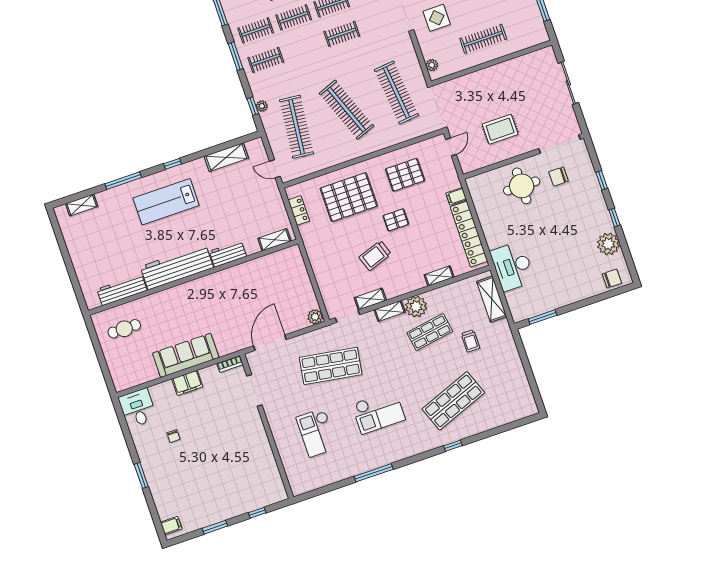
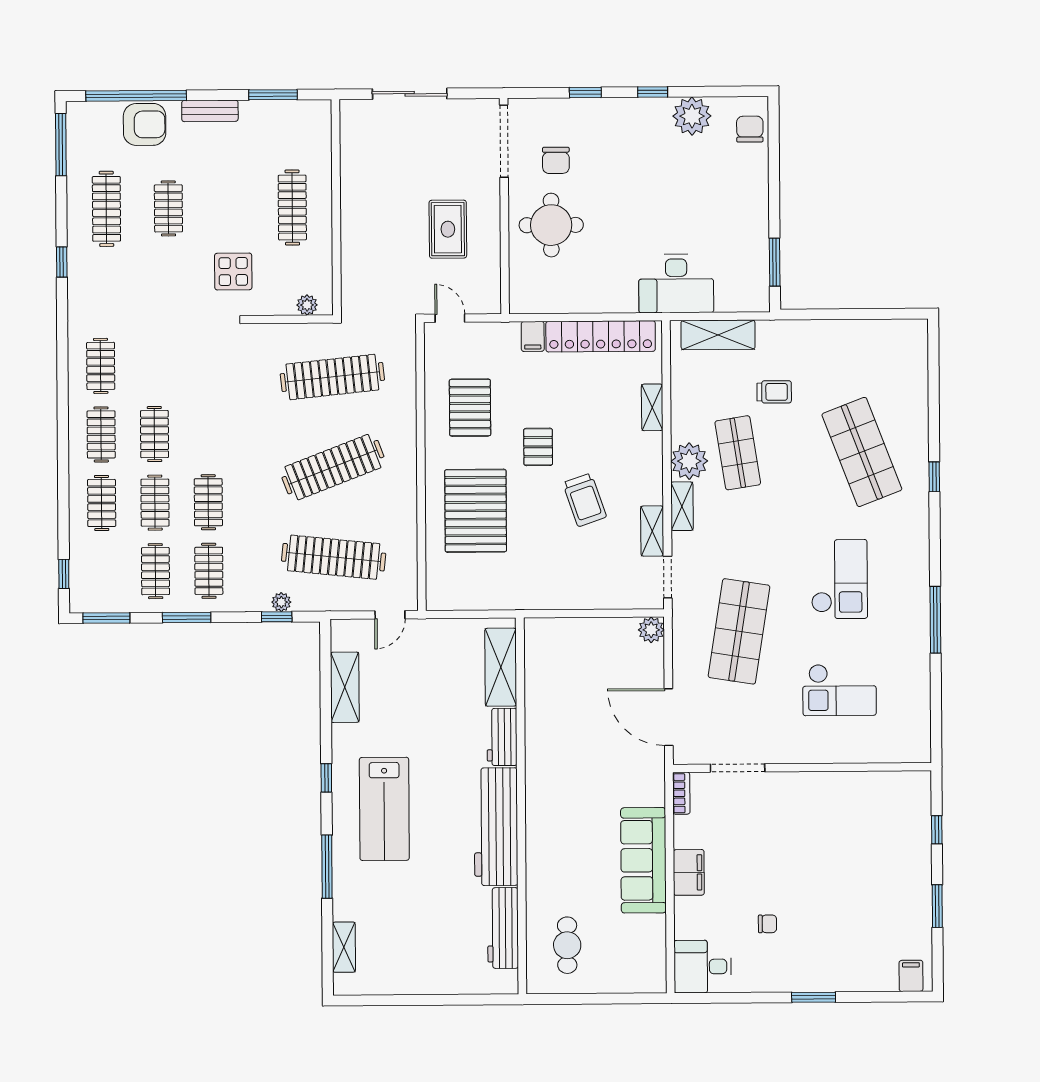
clothes rail: (342, 34) -> (208, 502), moved
locker: (299, 210) -> (470, 599), removed
shelving: (274, 240) -> (501, 667), width x1.50, depth x1.33

